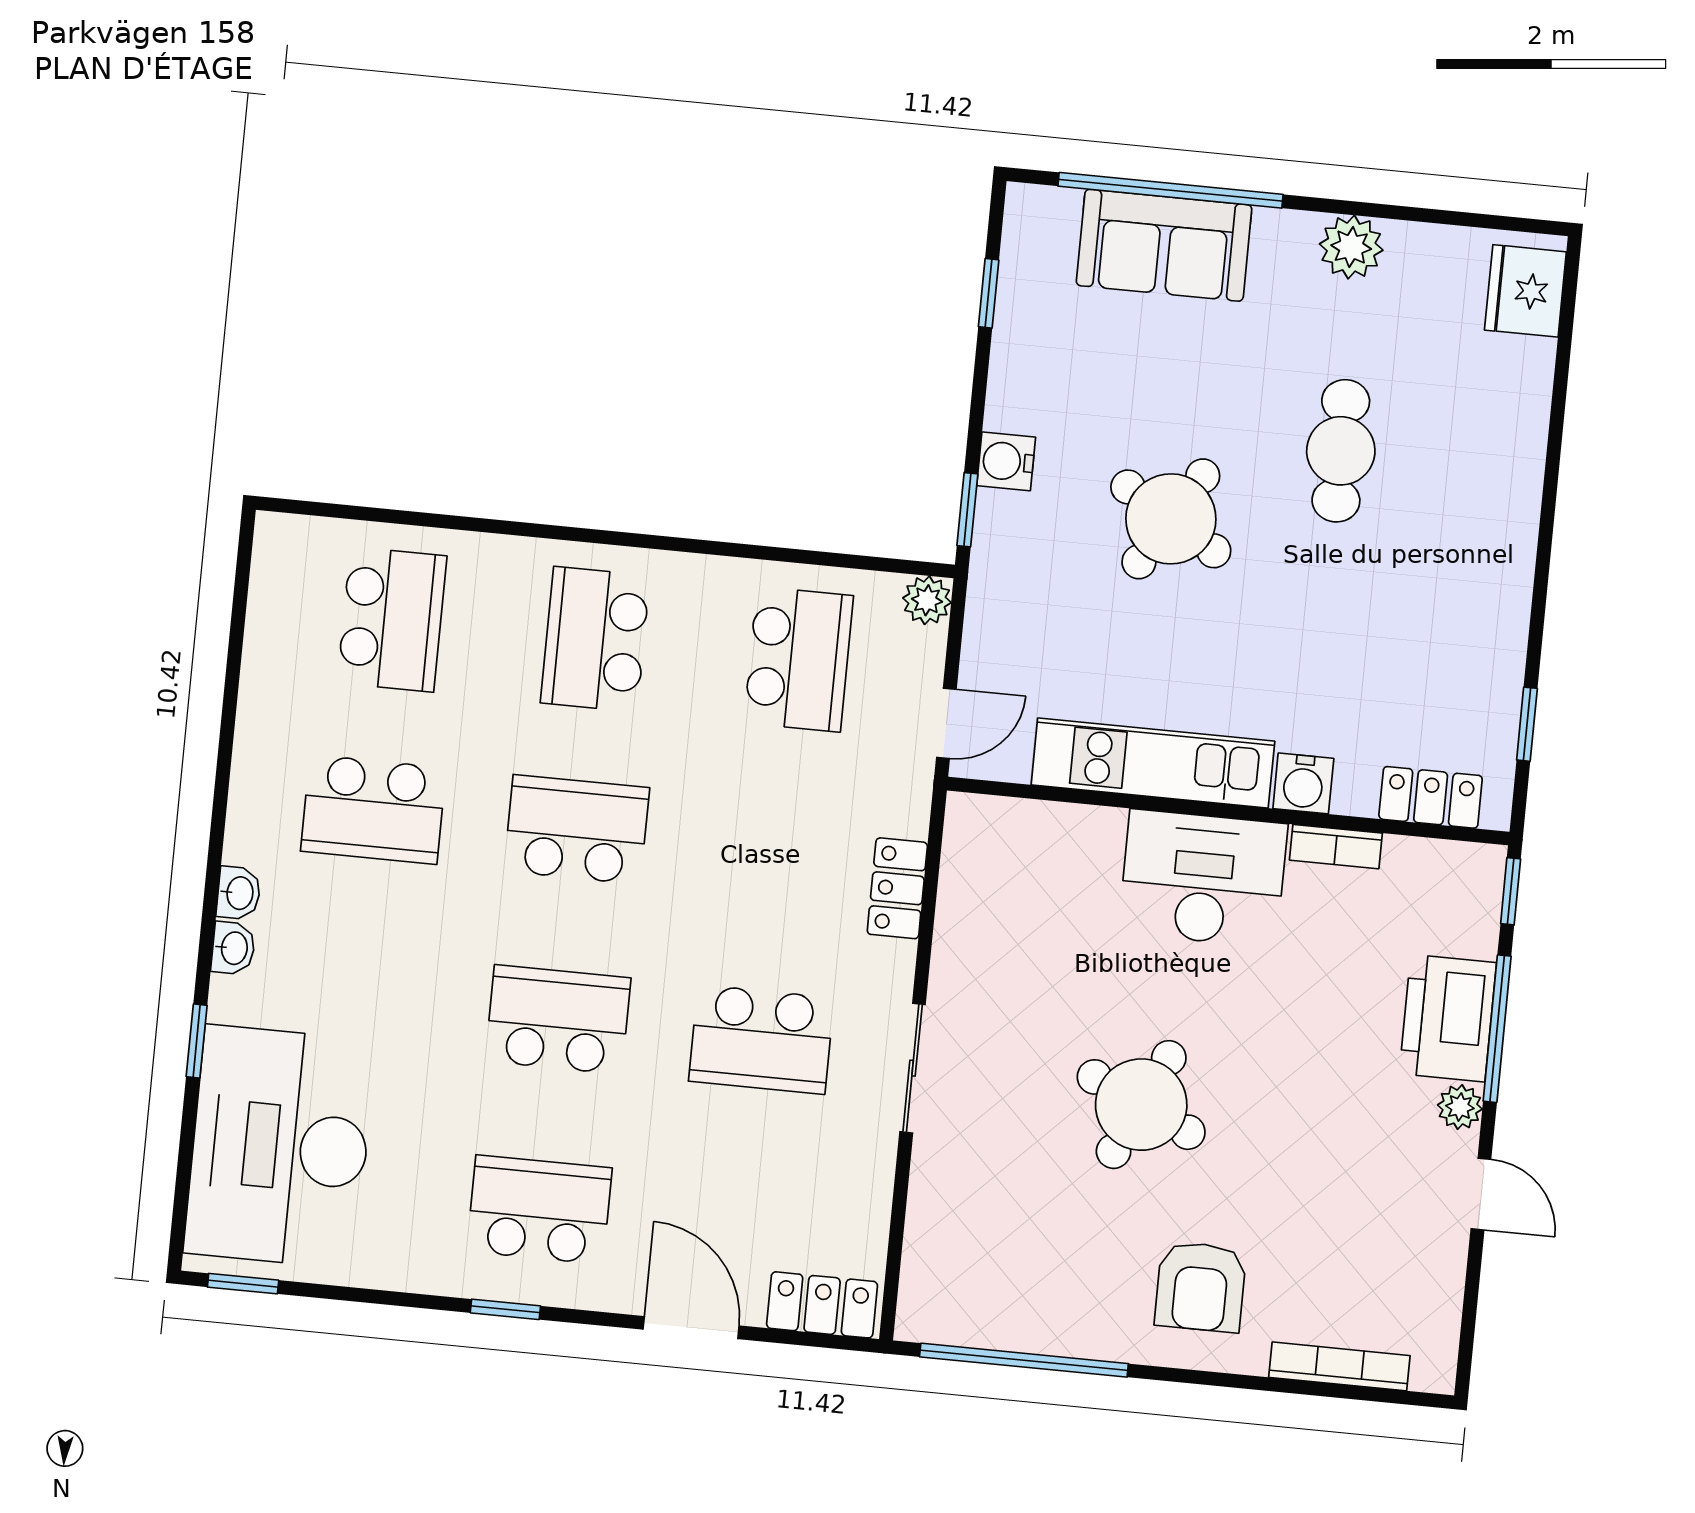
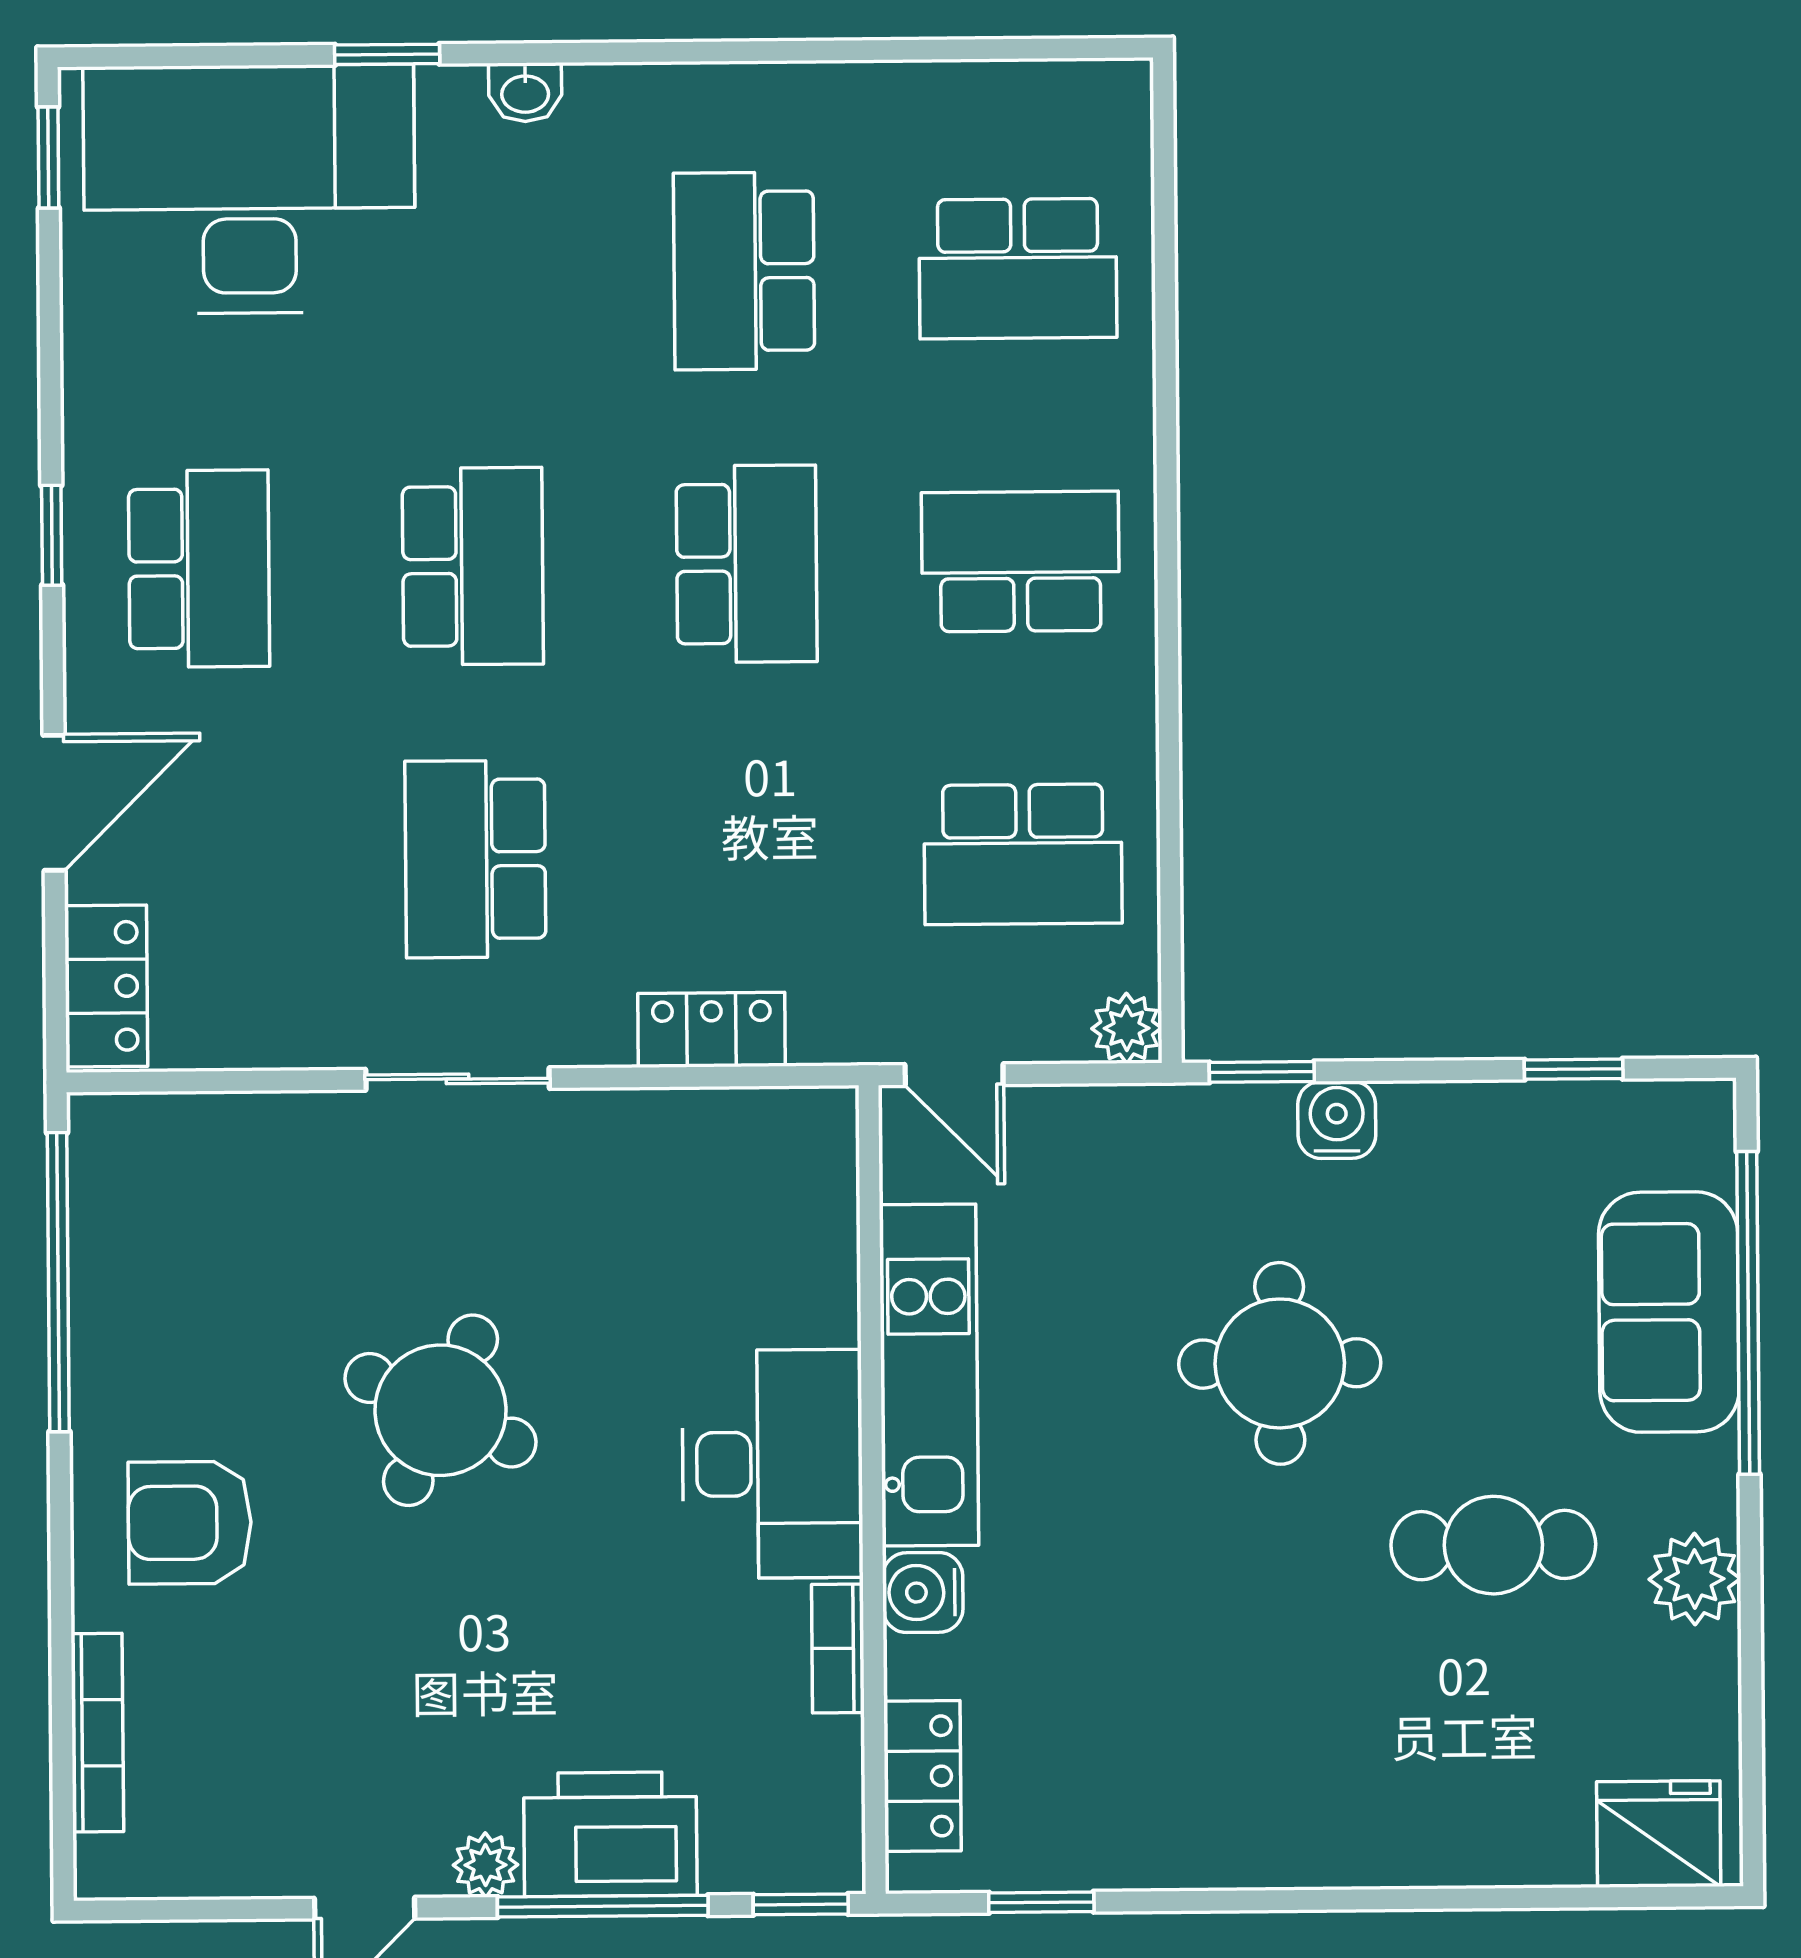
cafe table: (1341, 451) -> (1493, 1545), moved
round table: (1171, 519) -> (1280, 1363), turned -31
washbasin: (239, 893) -> (605, 92), removed

